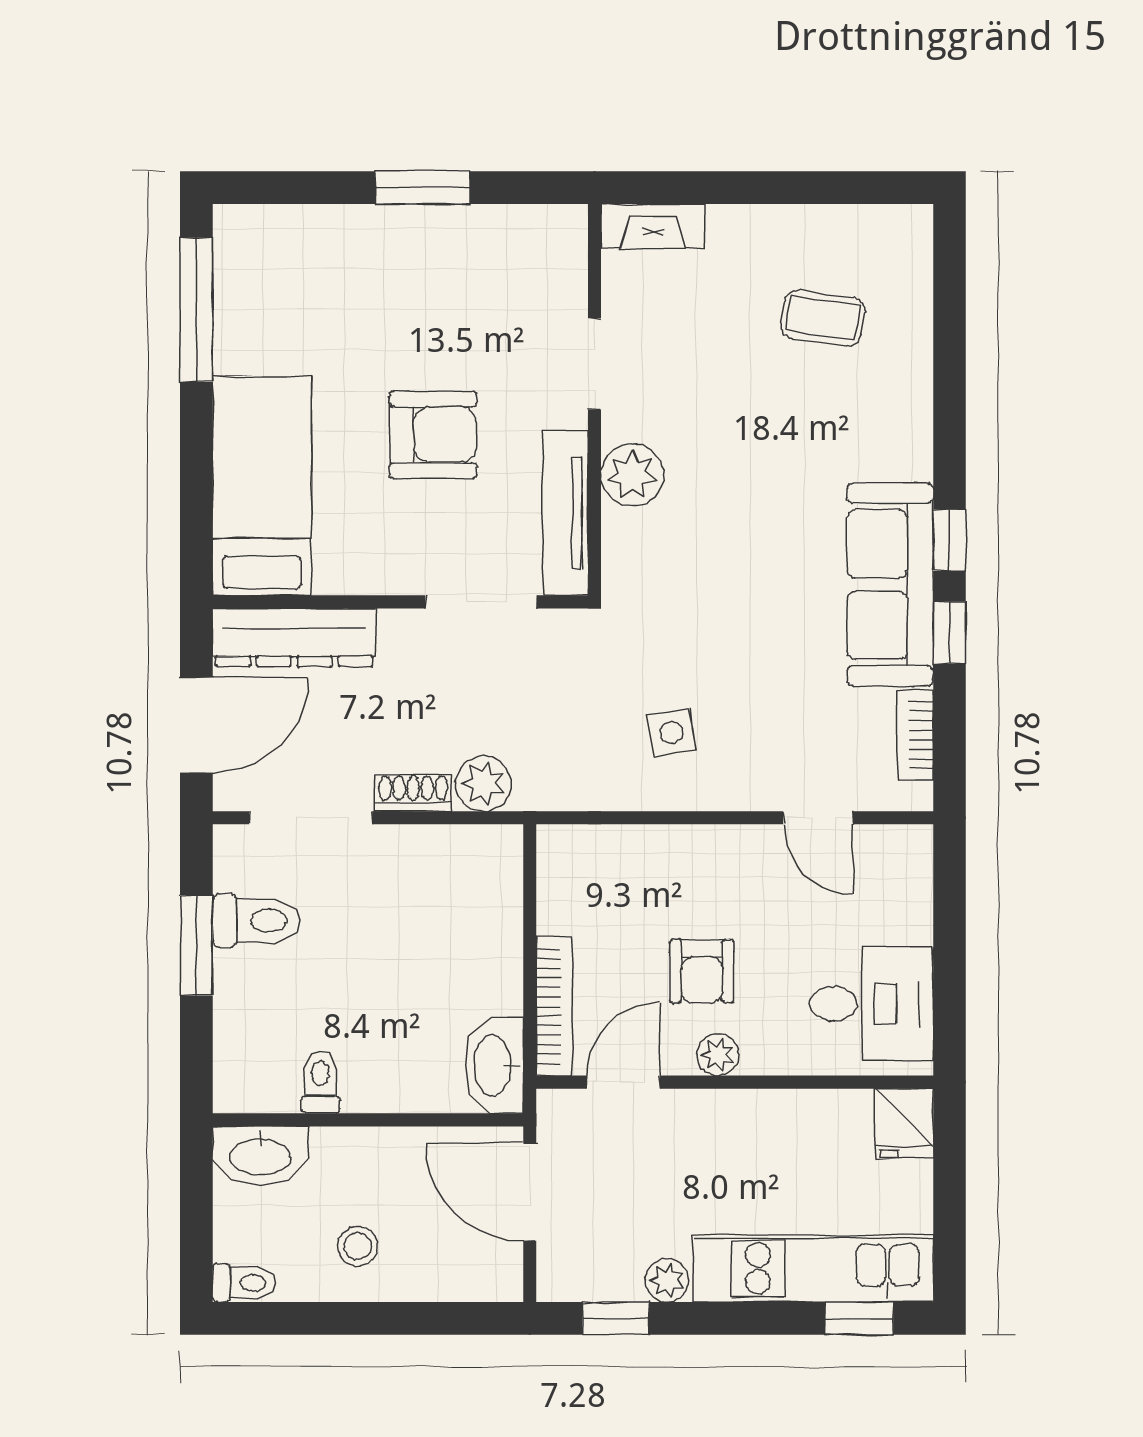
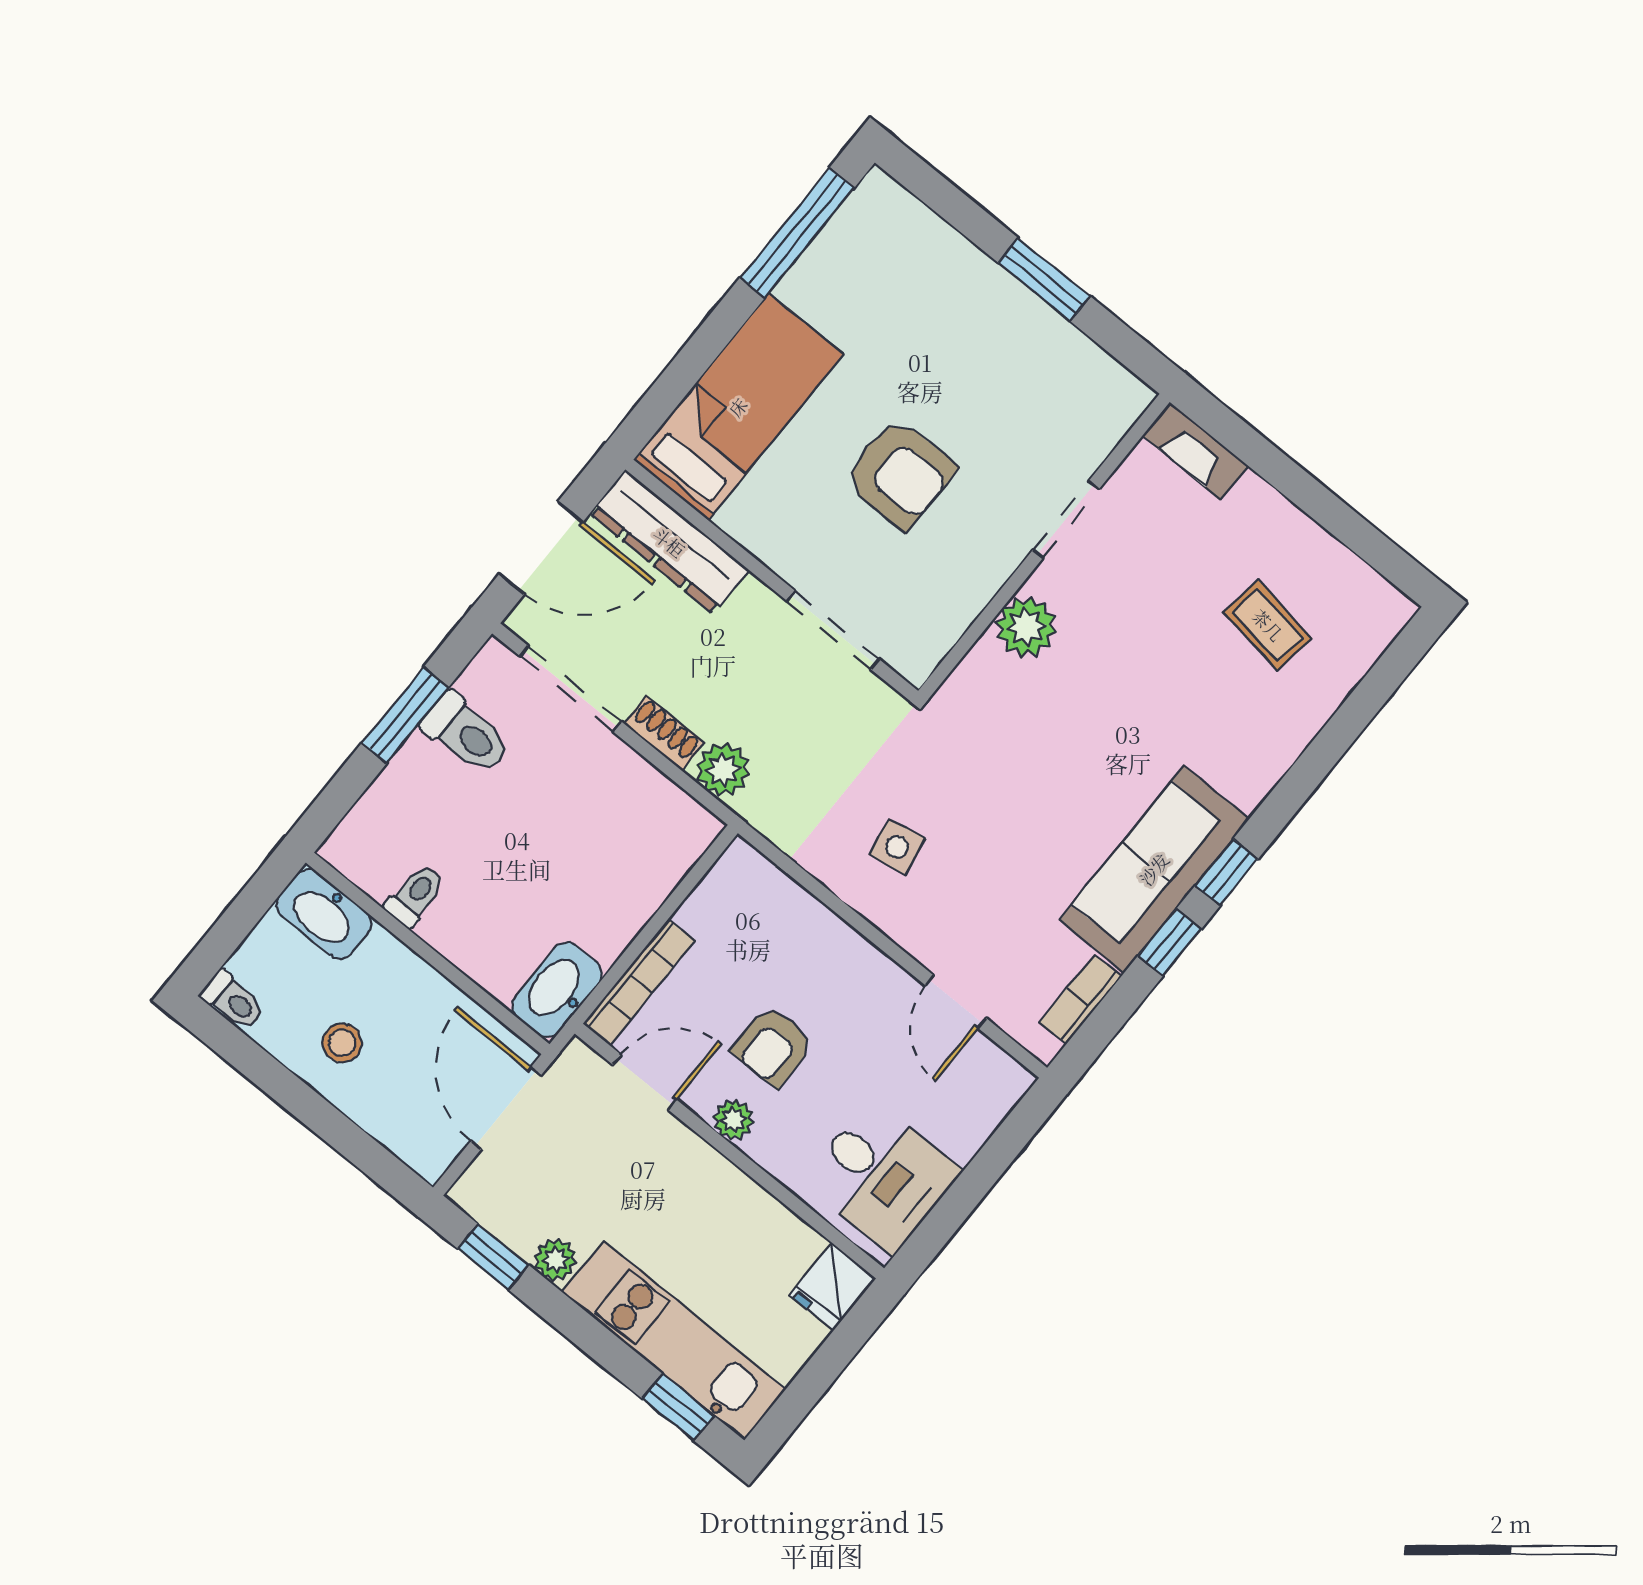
tv unit: (566, 513) -> (952, 615), removed

